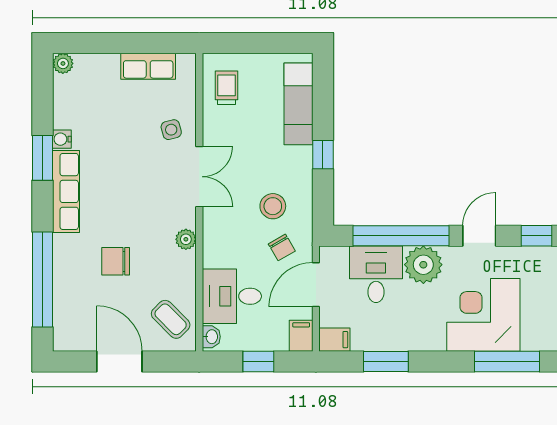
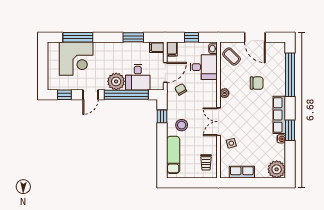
plant: (63, 63) -> (277, 169), width x1.88, depth x1.88
window: (323, 155) -> (162, 116), moved
stool: (273, 206) -> (182, 125), moved
corner desk: (483, 315) -> (76, 59), moved

